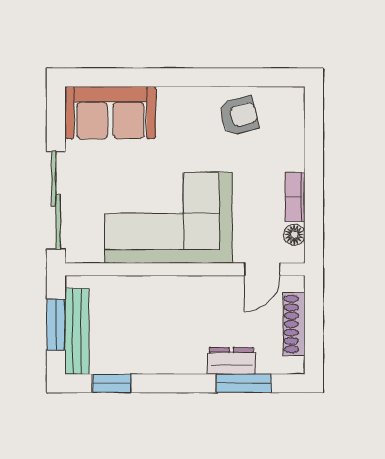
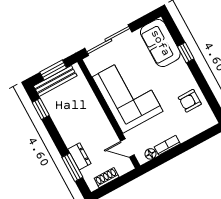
window: (151, 77) -> (186, 53), added
armchair: (239, 116) -> (190, 101), turned 104
shoe rack: (294, 324) -> (107, 178), width x0.70

